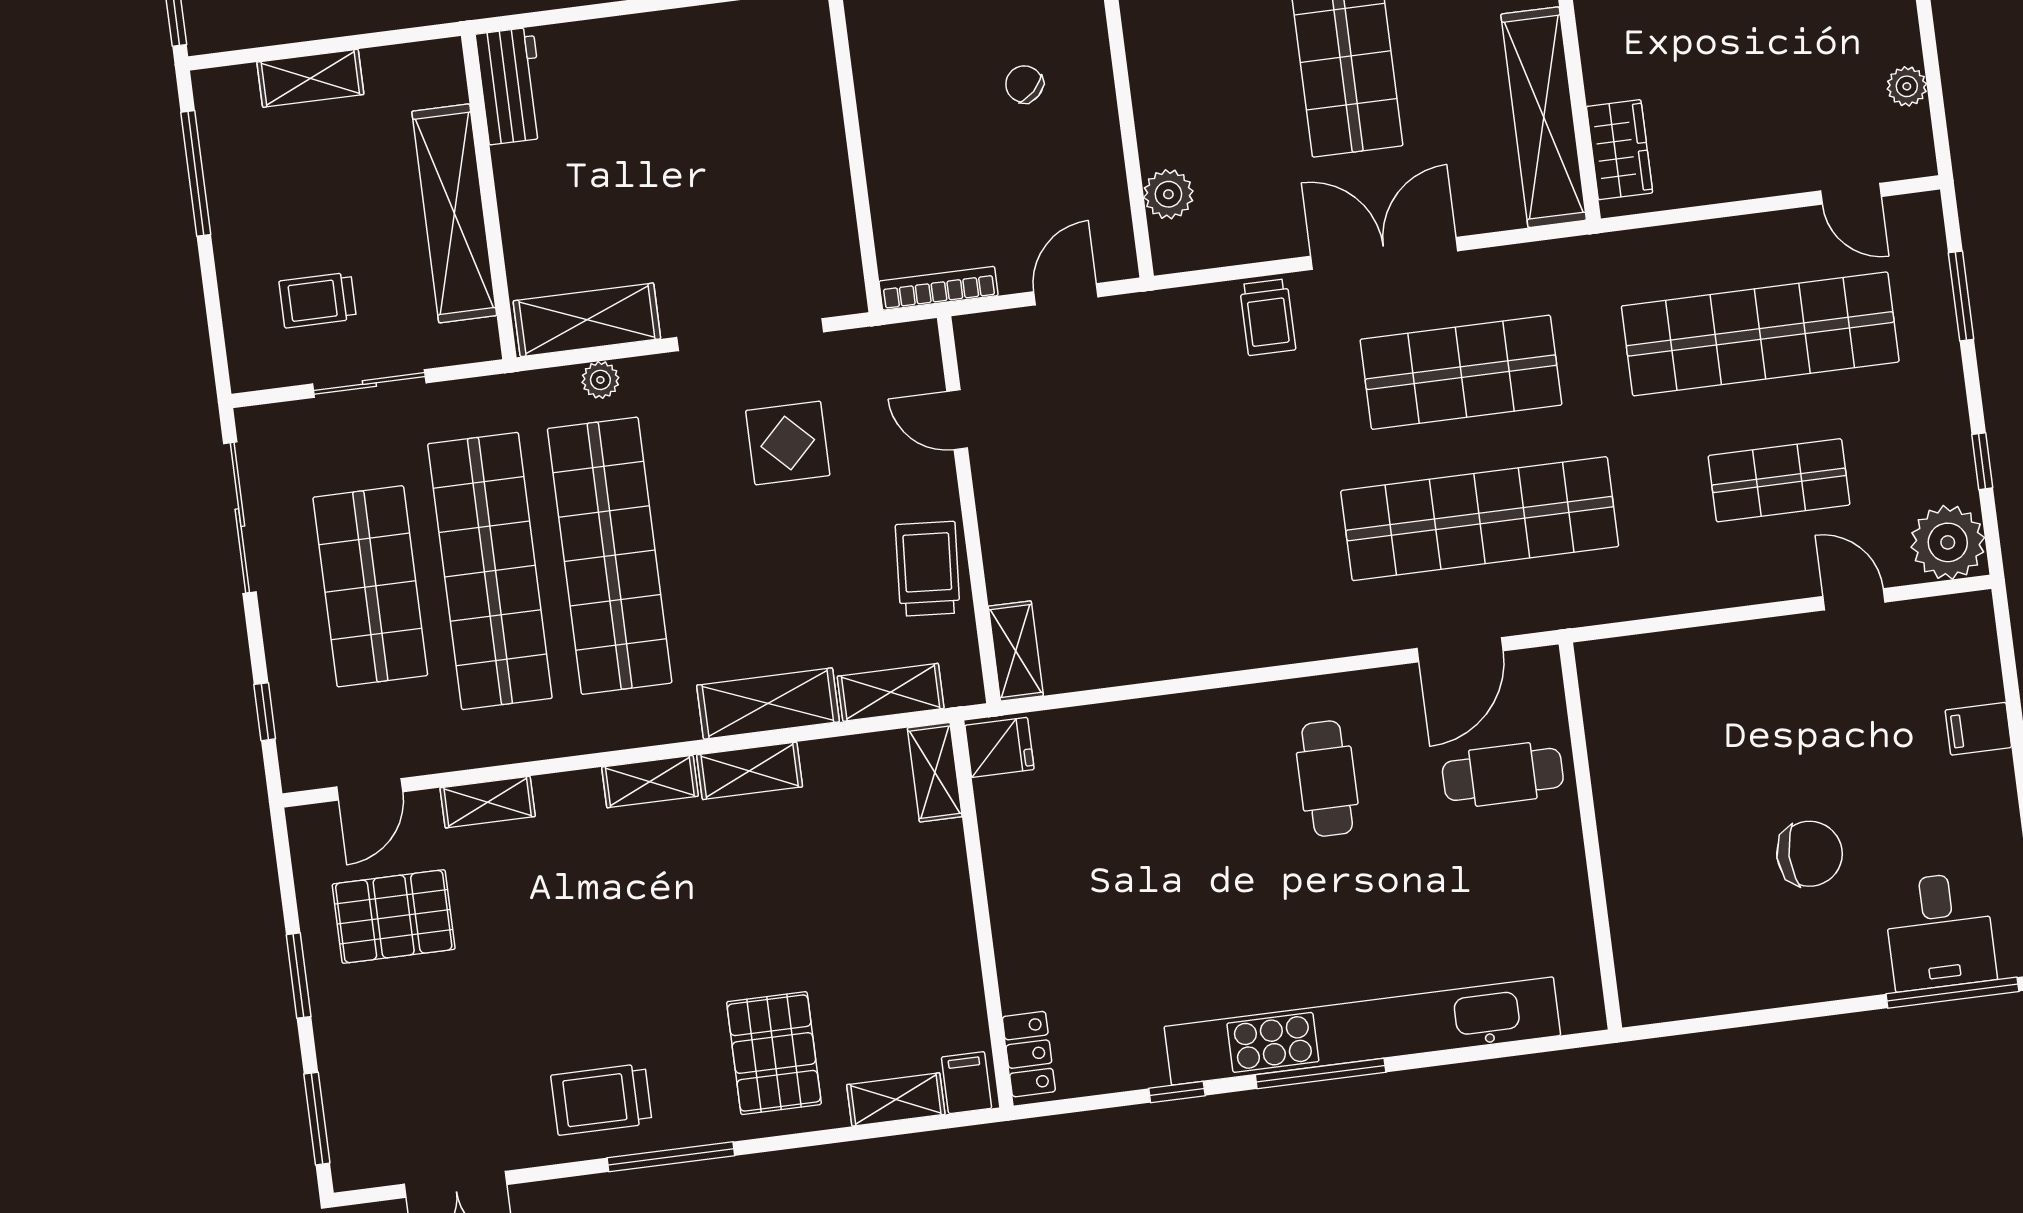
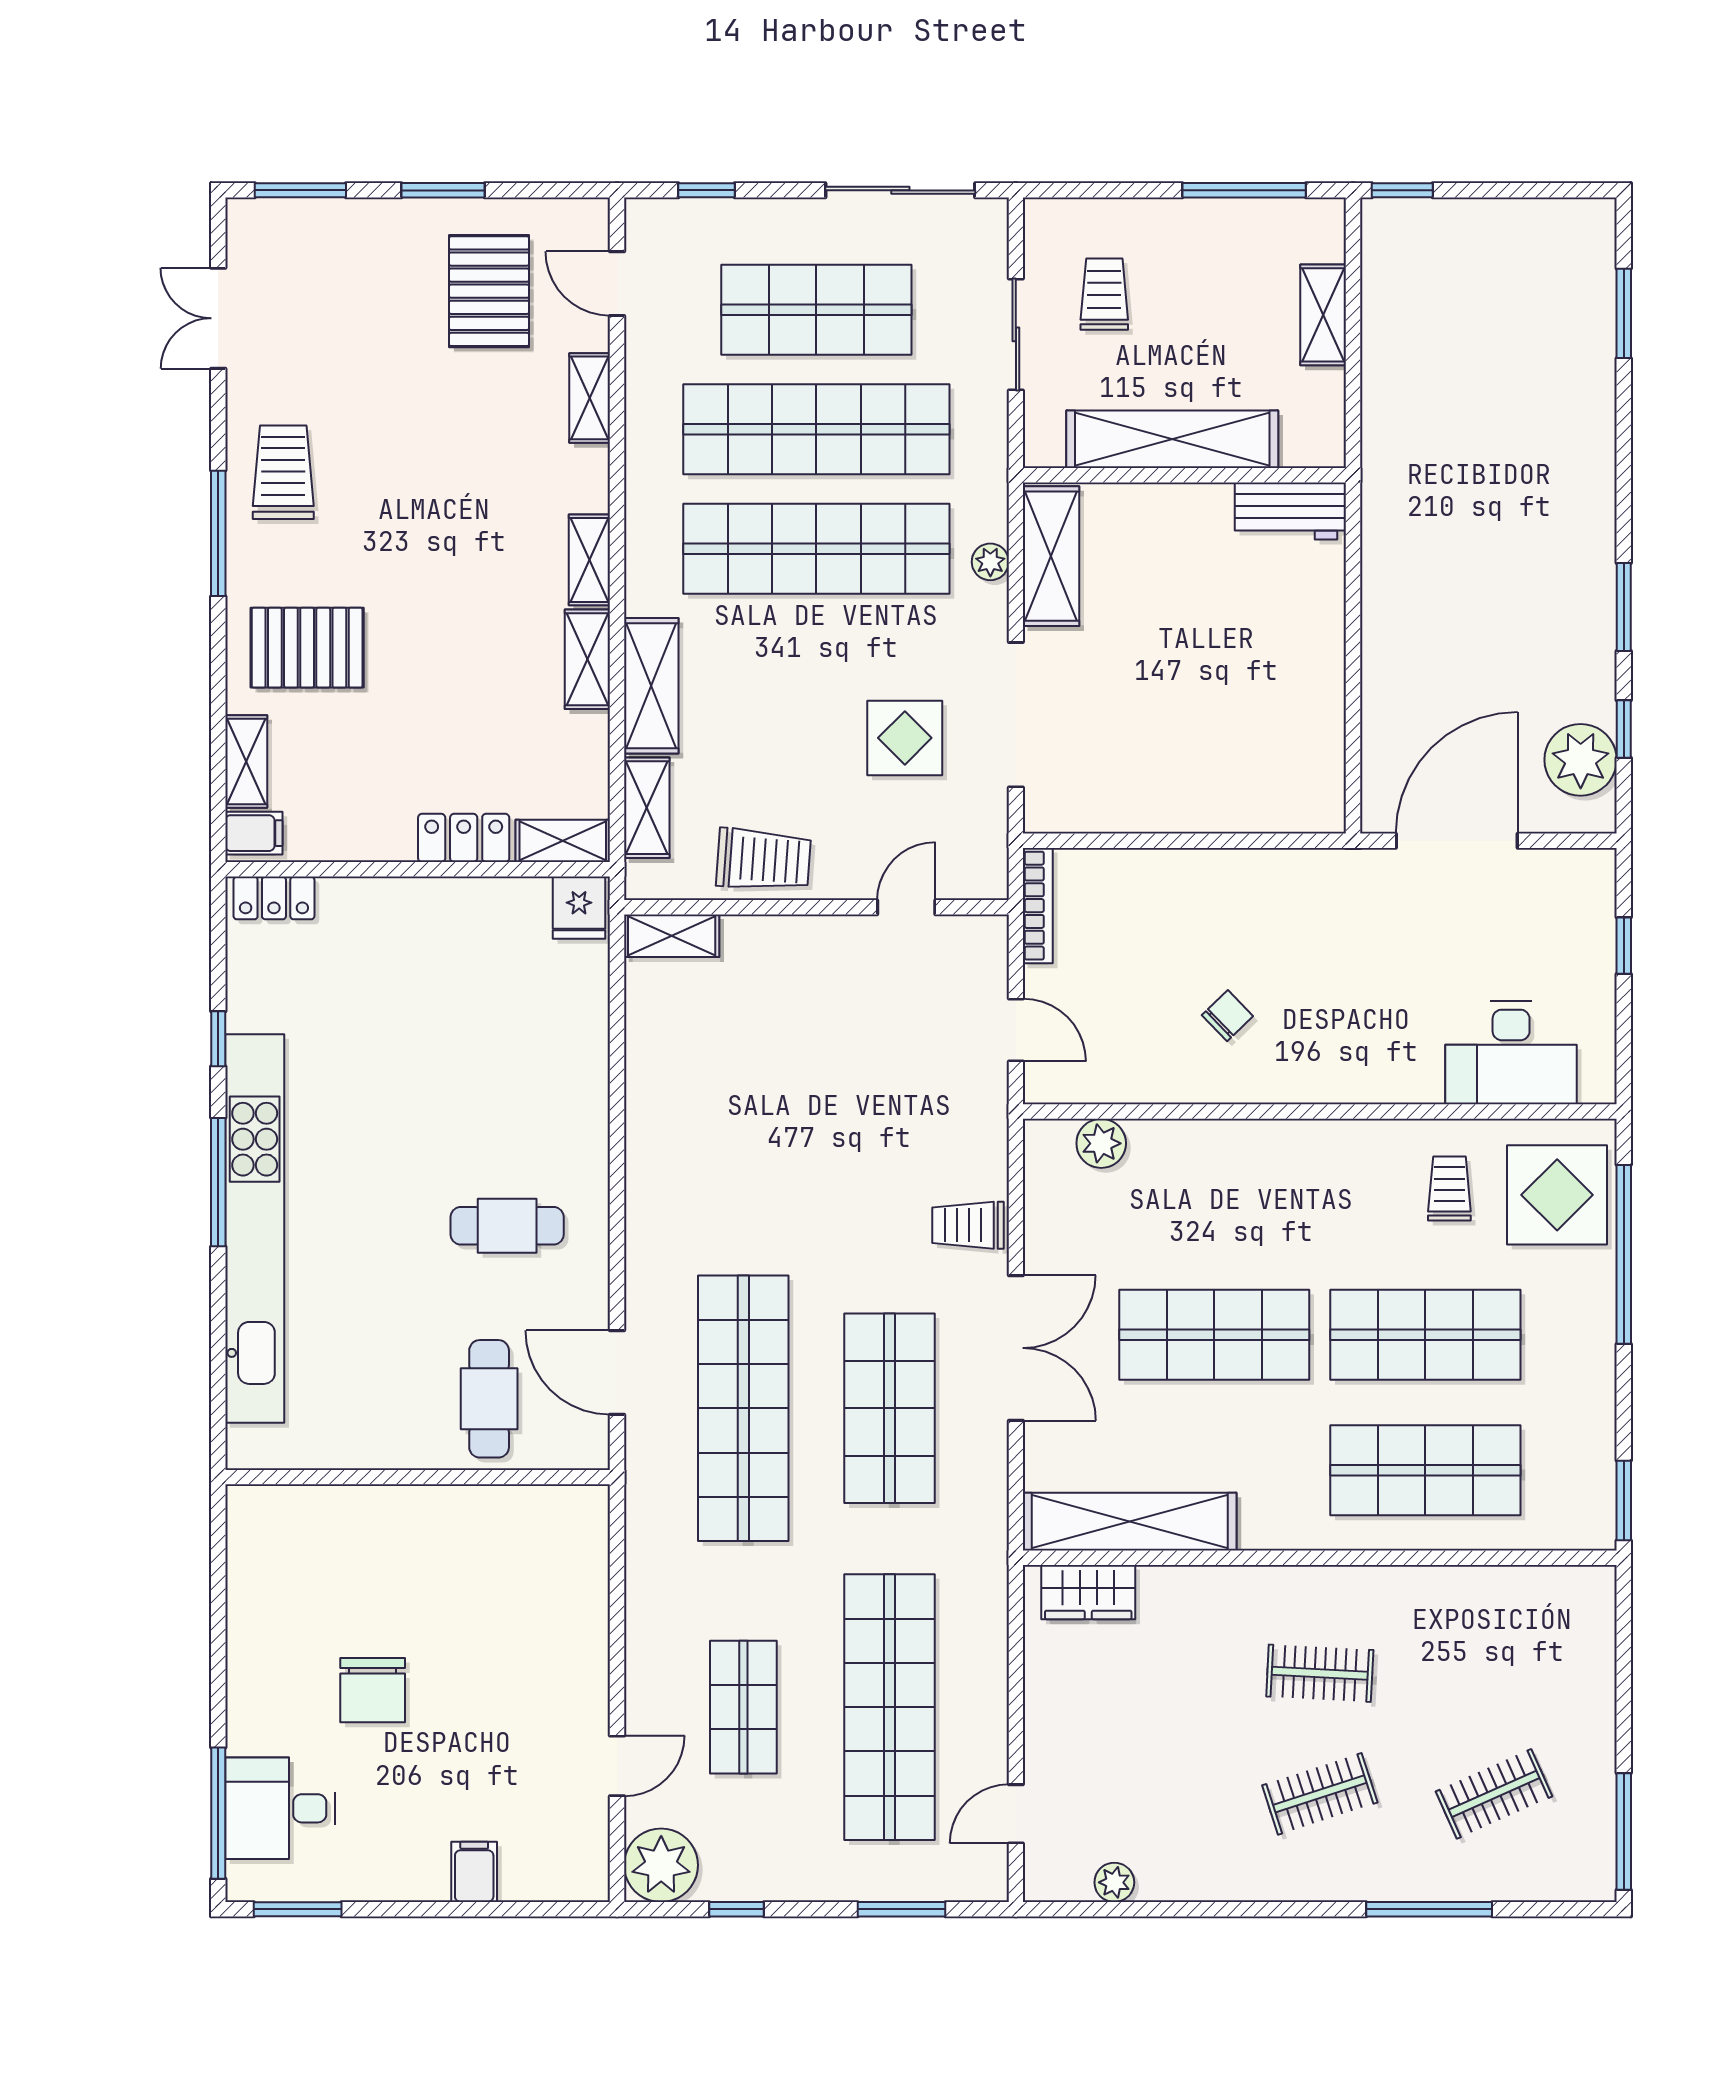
locker: (944, 872) -> (464, 838), added

